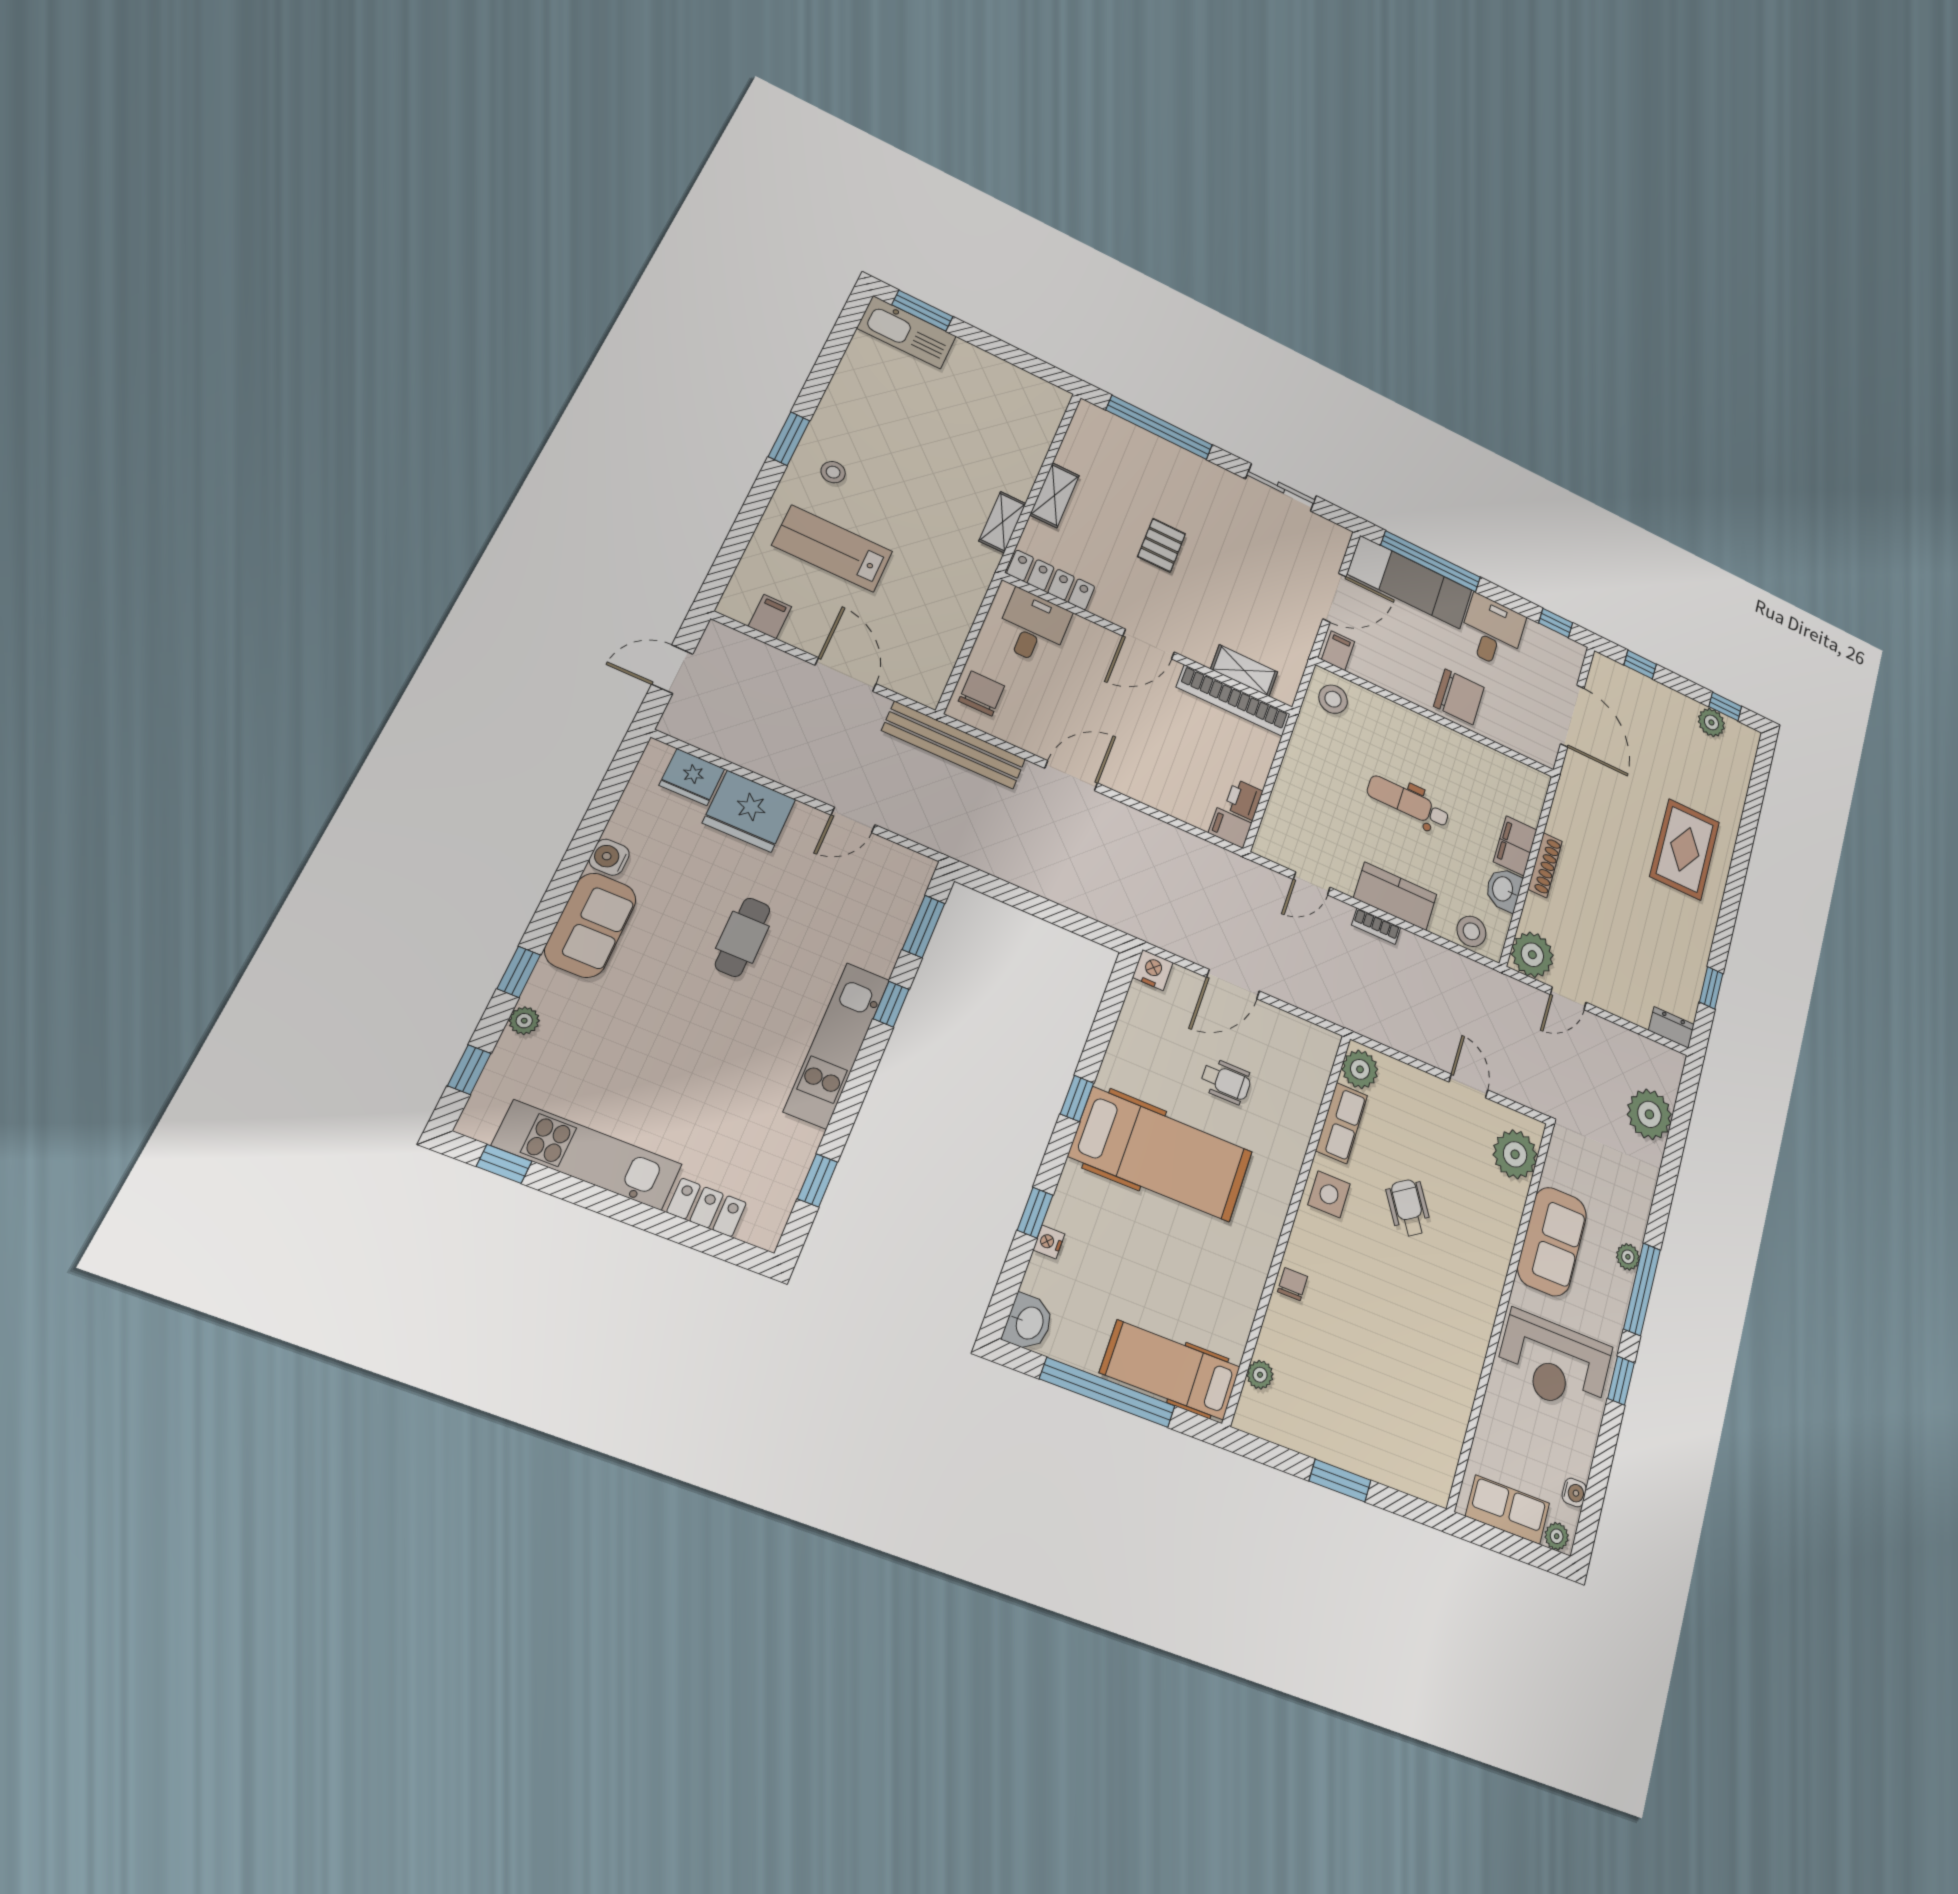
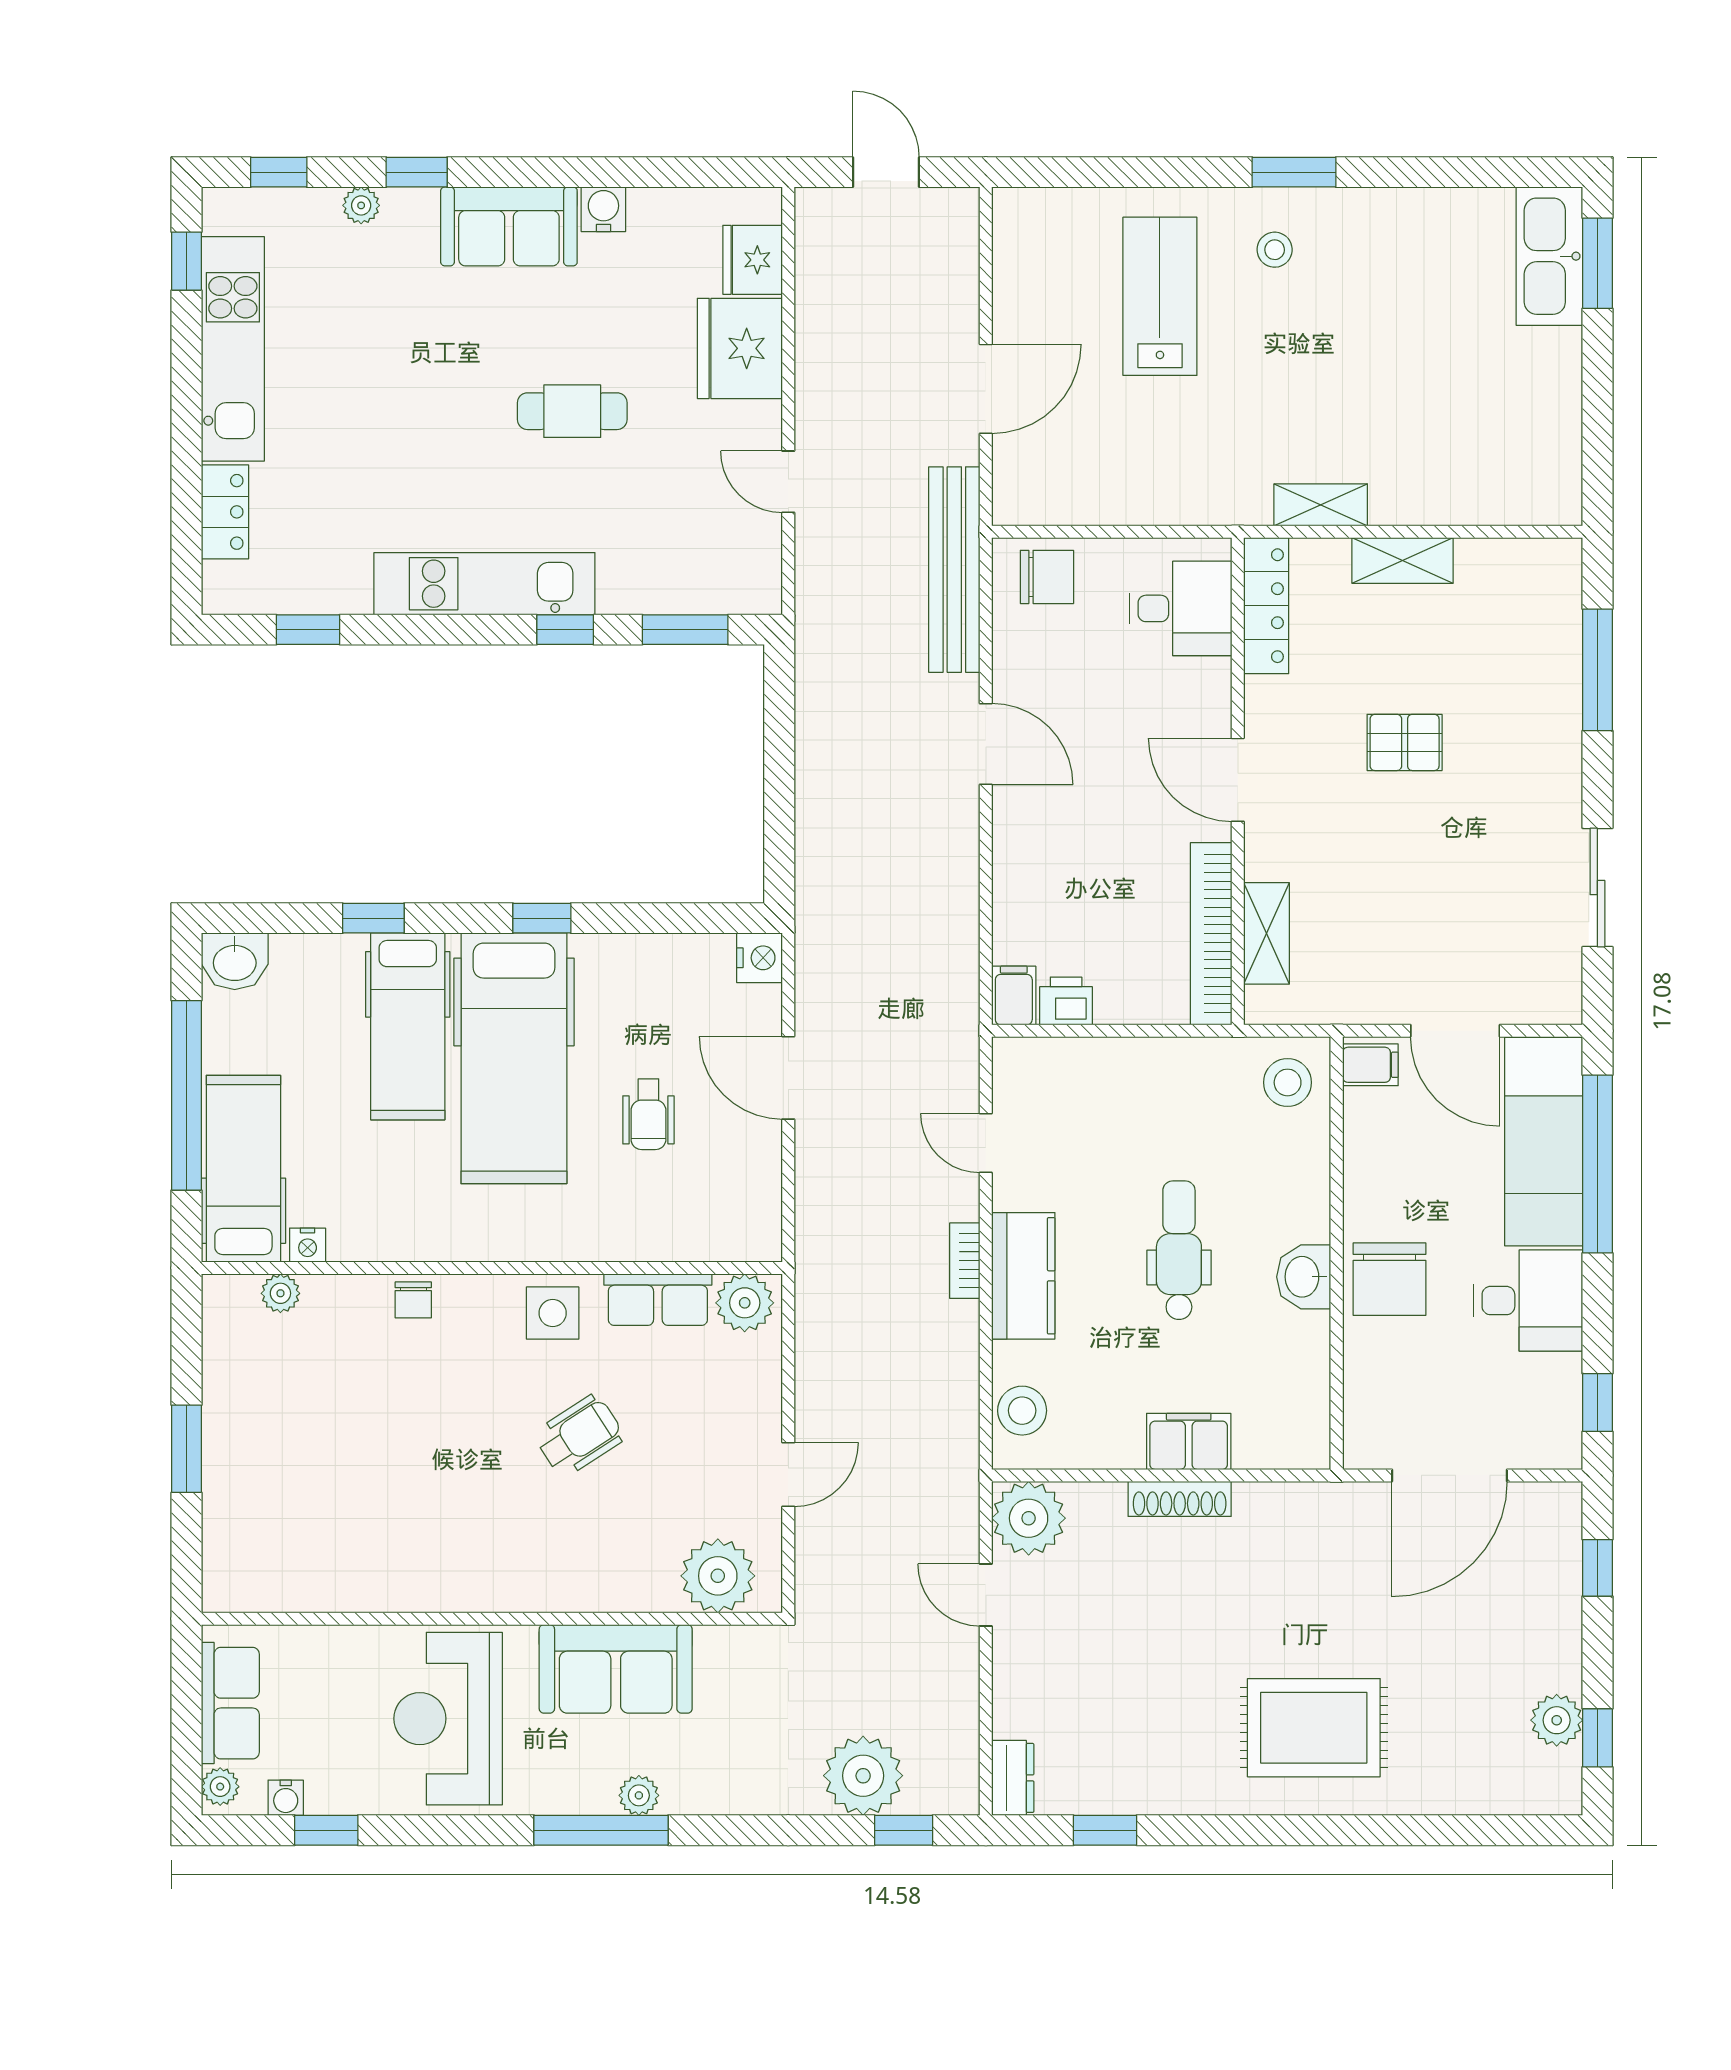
window: (1159, 427) -> (1597, 670), width x0.68
filing cabinet: (770, 617) -> (1020, 259), removed
washbasin: (1503, 889) -> (1304, 1277), moved, turned -90
window: (1685, 1103) -> (904, 1830), added
hospital bed: (1115, 1218) -> (408, 1026), added
nightstand: (1049, 1242) -> (308, 1245), moved, turned 180
chair: (1293, 1284) -> (413, 1300), turned 90
window: (1621, 1381) -> (326, 1830), moved

